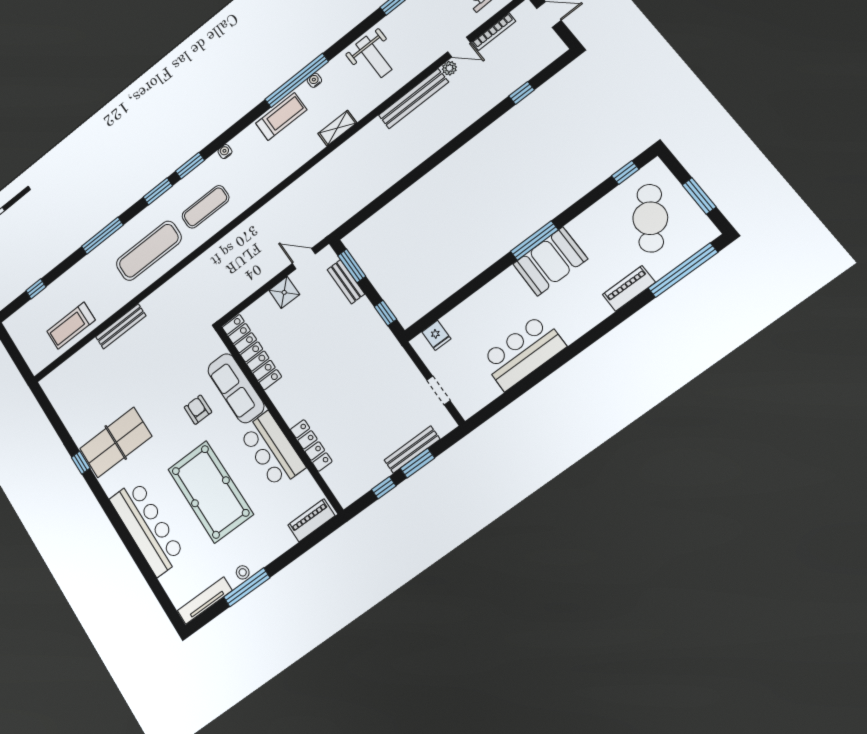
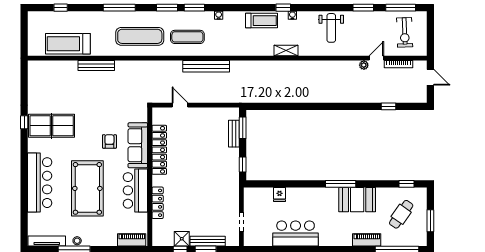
door: (459, 47) -> (376, 58), swing flipped
window: (297, 80) -> (283, 8), width x0.32
bench: (413, 99) -> (206, 66), moved
cafe table: (650, 218) -> (401, 214), width x0.73, depth x0.74
door: (304, 259) -> (180, 105), moved
booth: (550, 261) -> (357, 200), moved
shower: (284, 292) -> (182, 239), moved
treadmill: (71, 326) -> (68, 44), width x1.37, depth x1.38
fridge: (436, 335) -> (279, 194), moved
locker: (252, 352) -> (159, 150), moved

